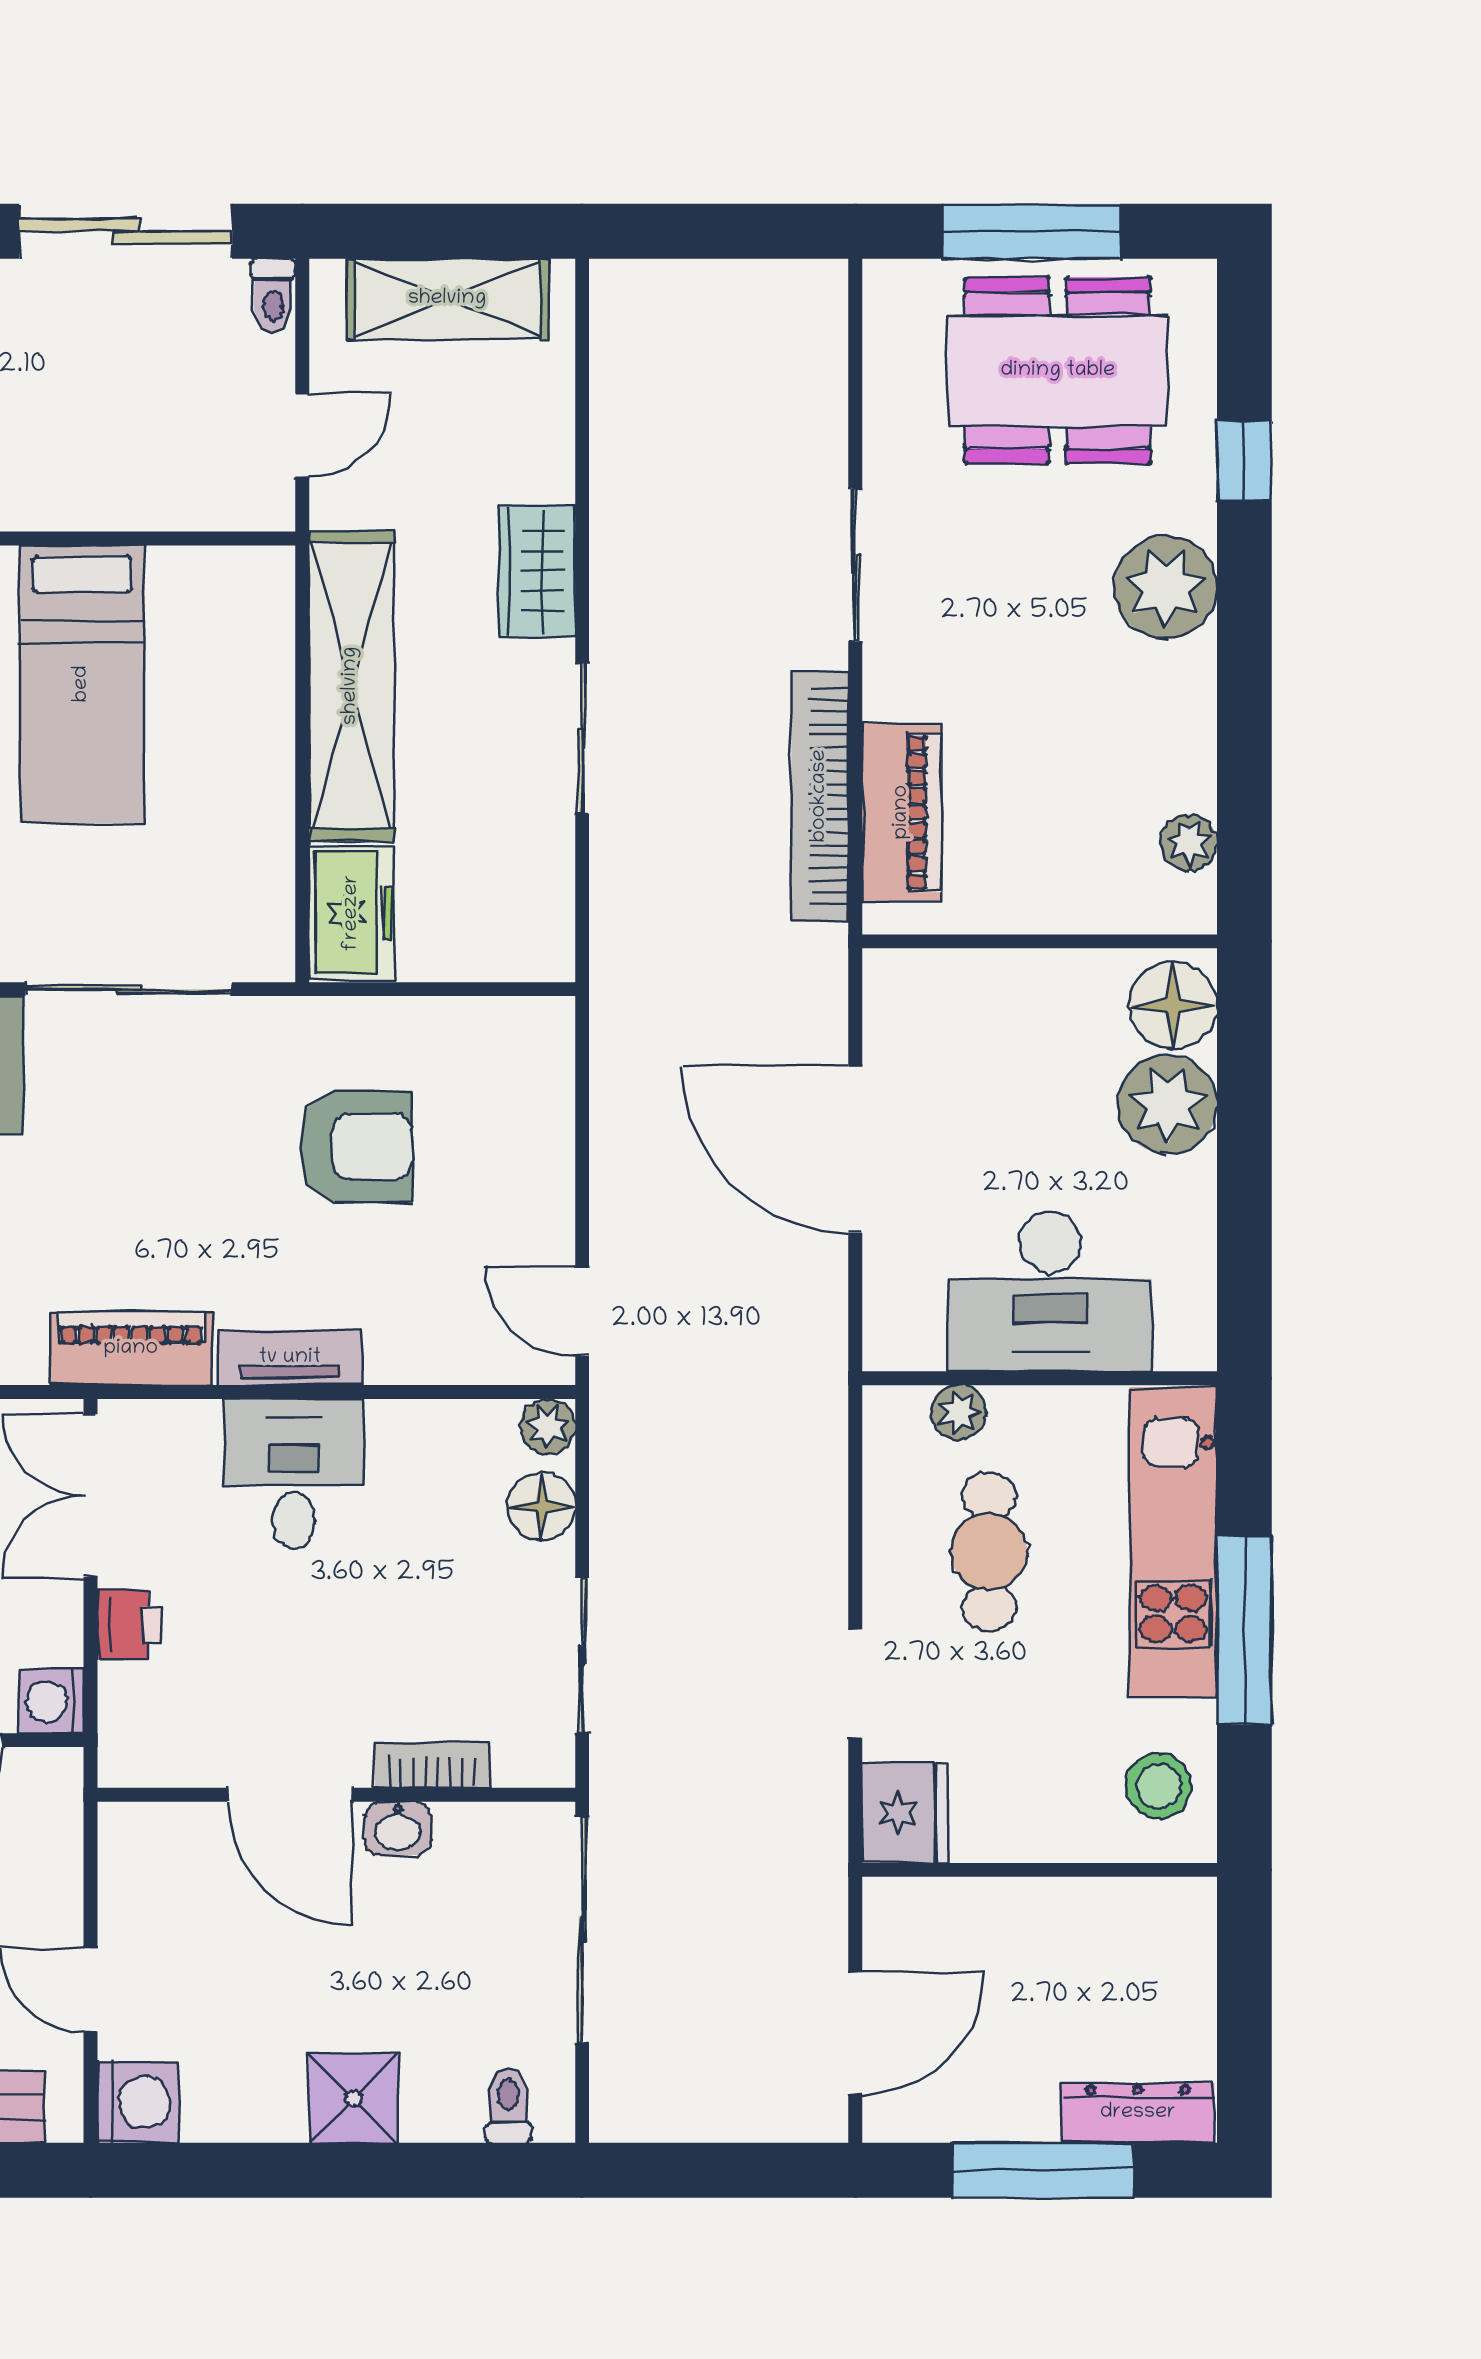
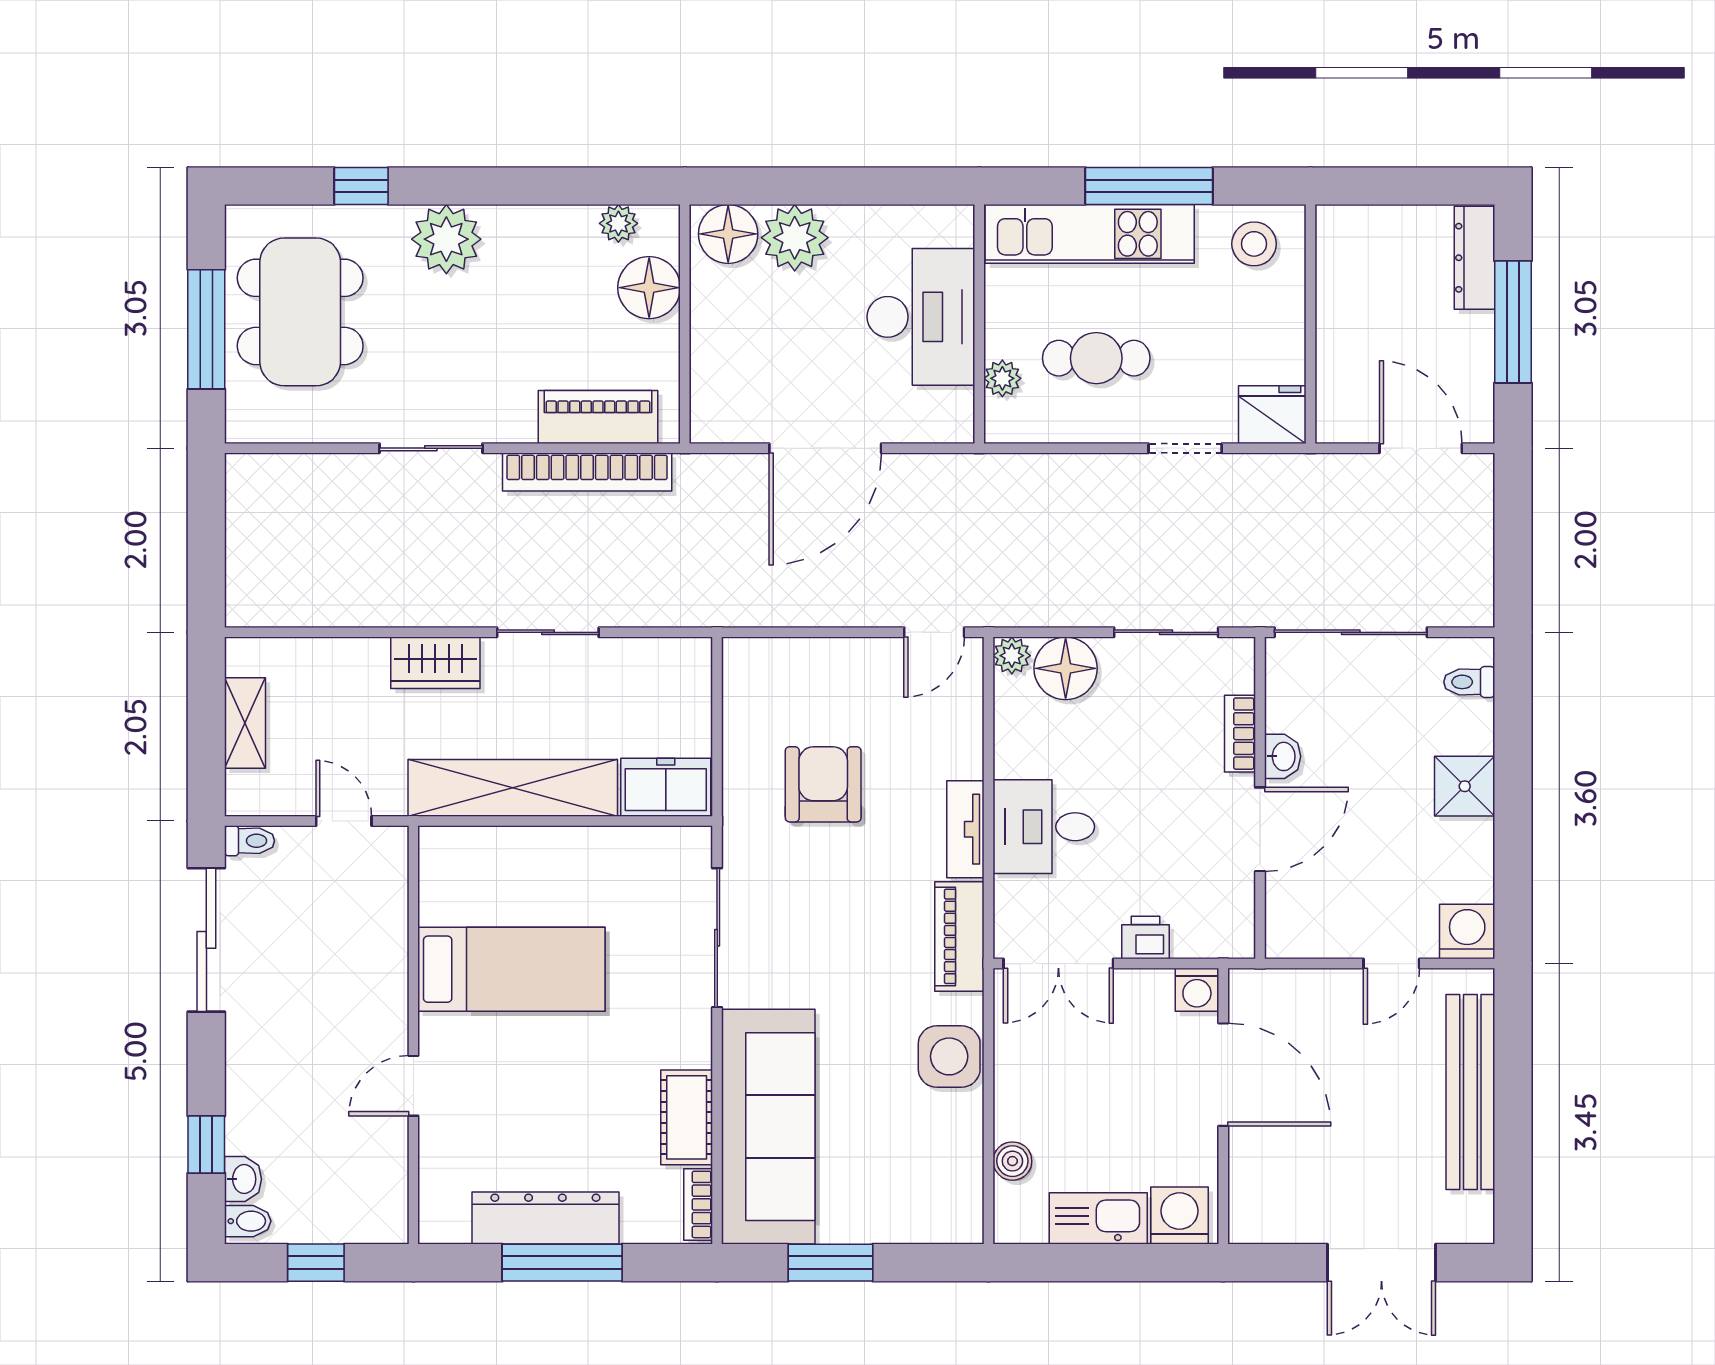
shelving: (447, 299) -> (245, 723), width x0.67, depth x0.75
floor lamp: (1094, 888) -> (649, 288), added
floor lamp: (541, 1506) -> (1066, 668), width x1.38, depth x1.38

